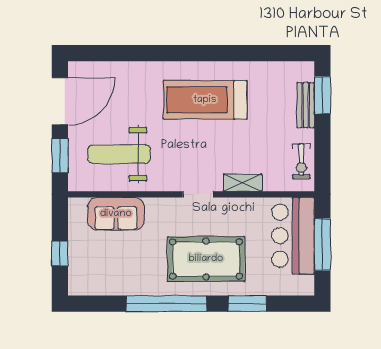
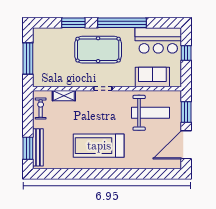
treadmill: (205, 100) -> (99, 146), turned 180
bench: (306, 105) -> (38, 147), width x1.36
shelving: (243, 183) -> (64, 96), moved
bar counter: (293, 236) -> (158, 40), moved, turned 90

